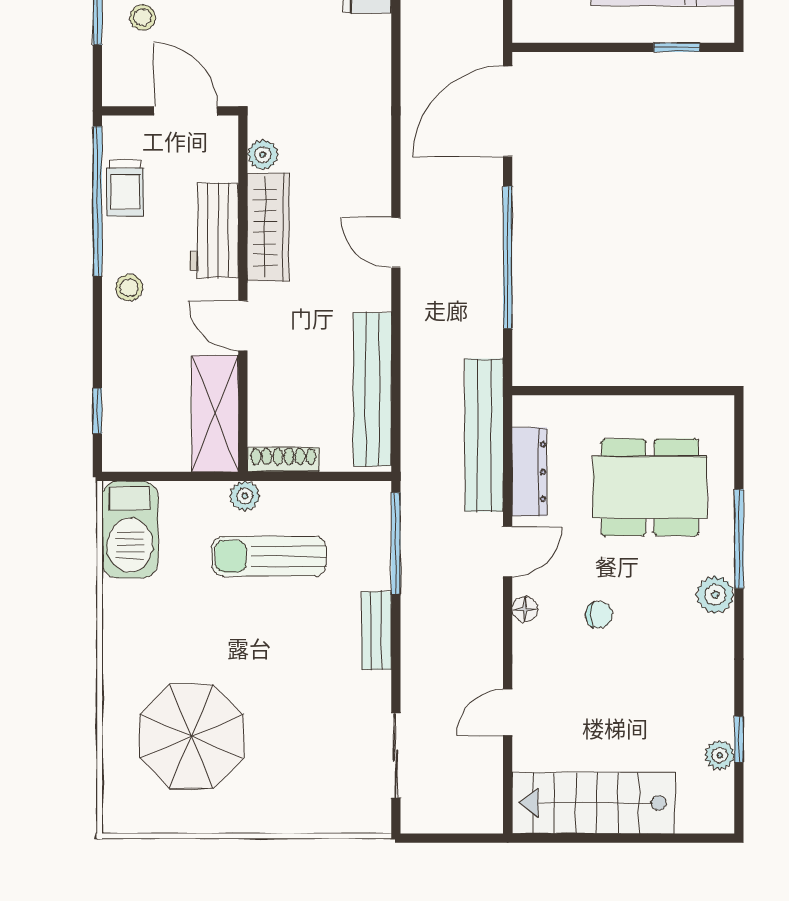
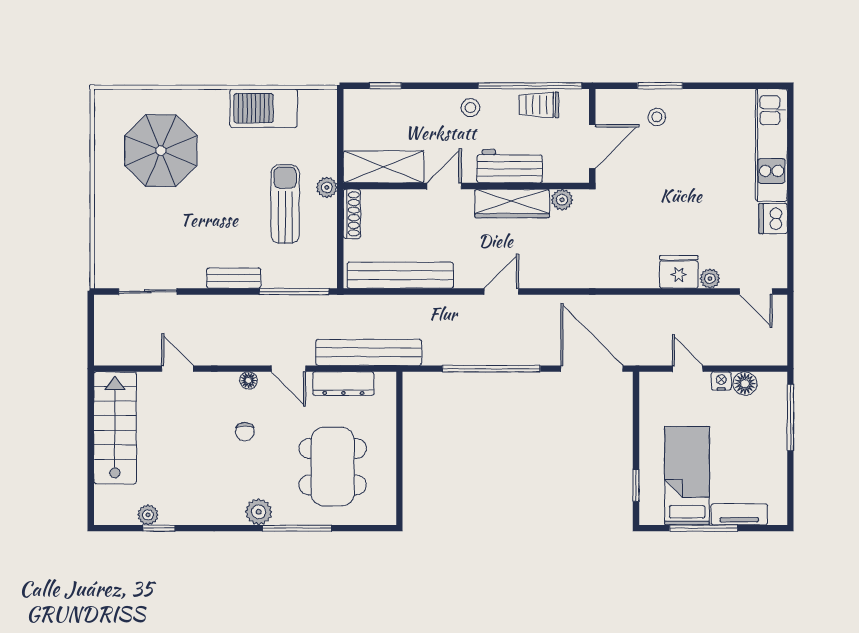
barbecue: (130, 529) -> (264, 108), moved

